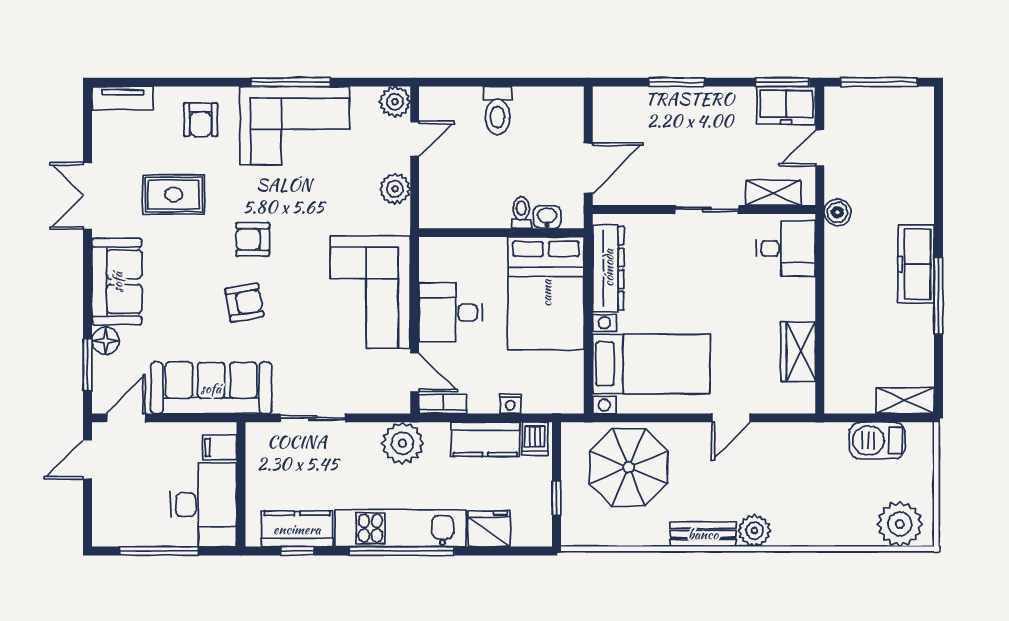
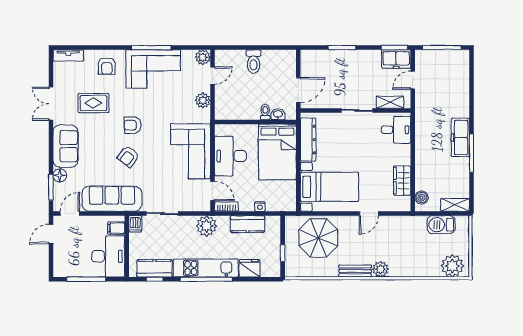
boiler: (837, 212) -> (421, 198), moved
armchair: (244, 303) -> (128, 157), turned 137
desk: (451, 313) -> (230, 156), width x1.37
dishwasher: (535, 439) -> (135, 224), moved

